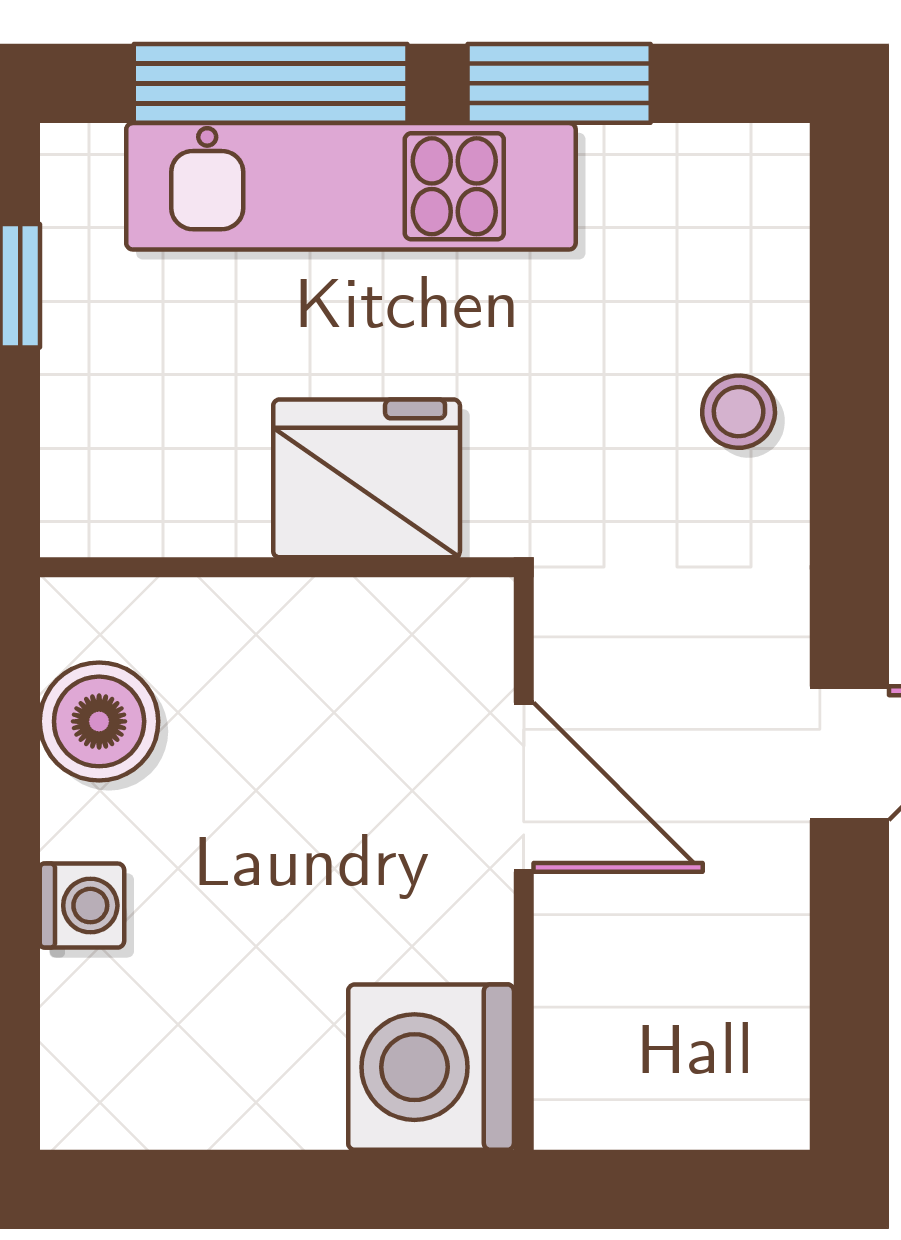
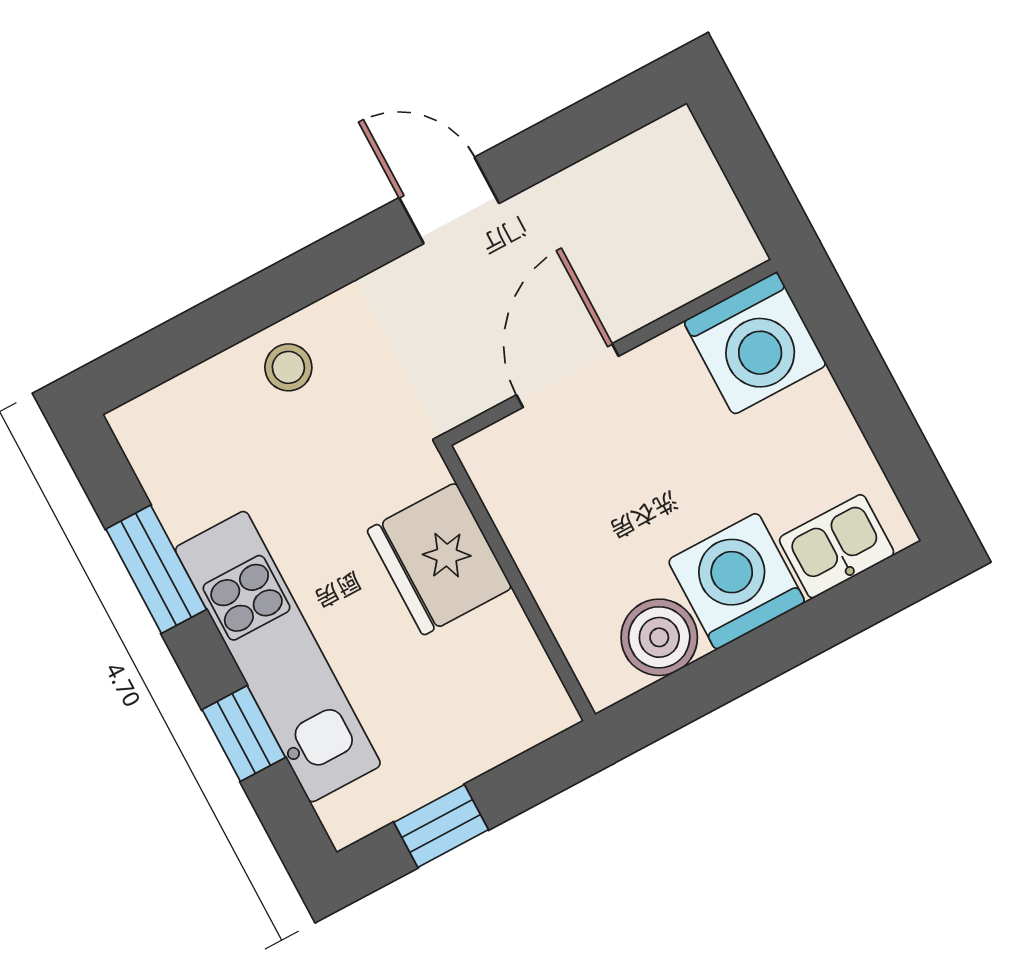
window: (271, 83) -> (244, 734), width x0.46
washing machine: (82, 906) -> (737, 581), width x1.89, depth x1.89
kitchen sink: (94, 1030) -> (837, 546), added

